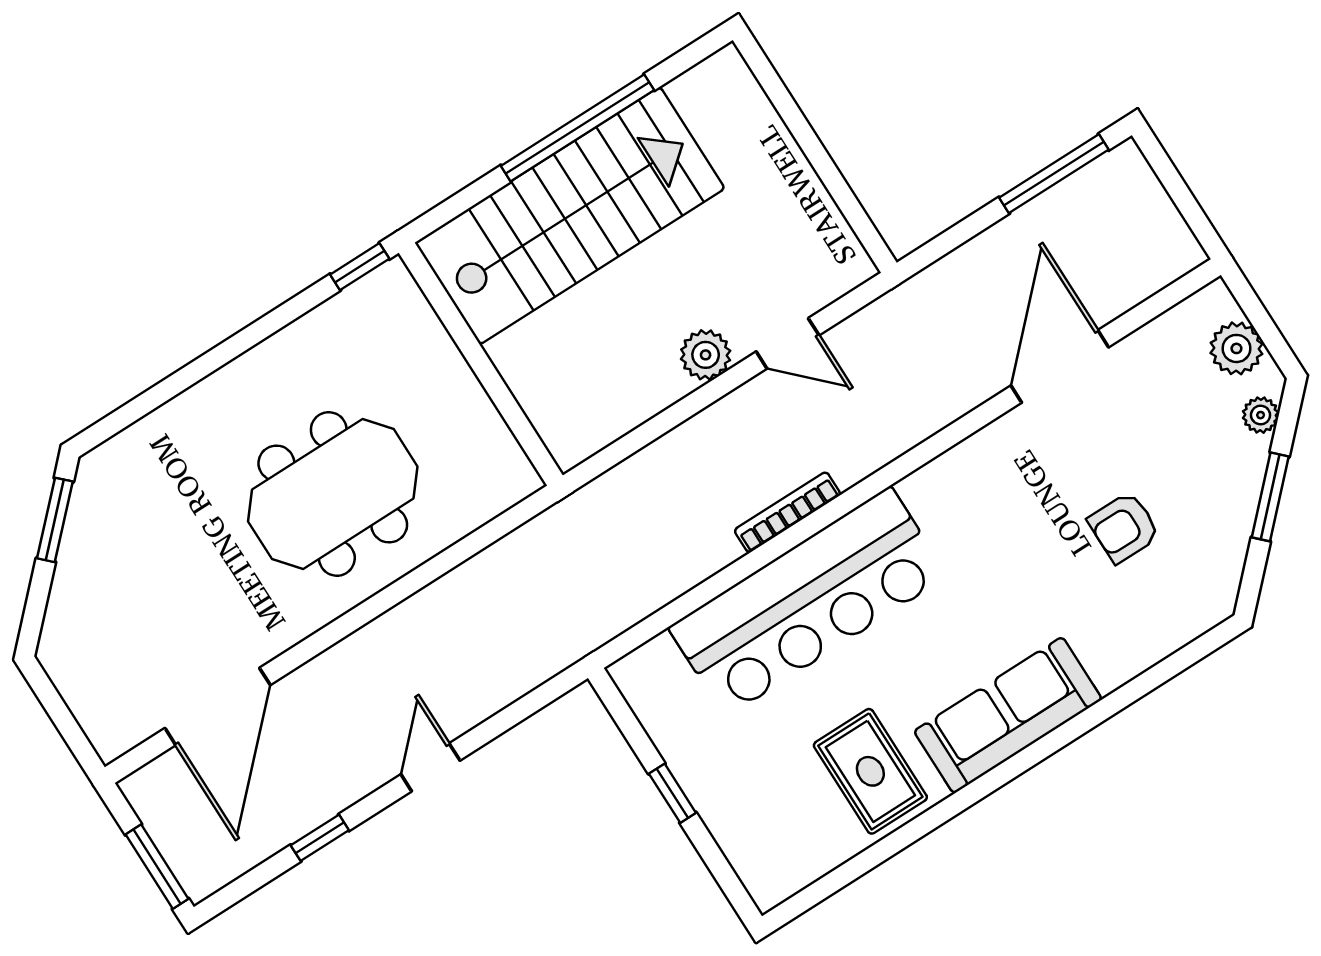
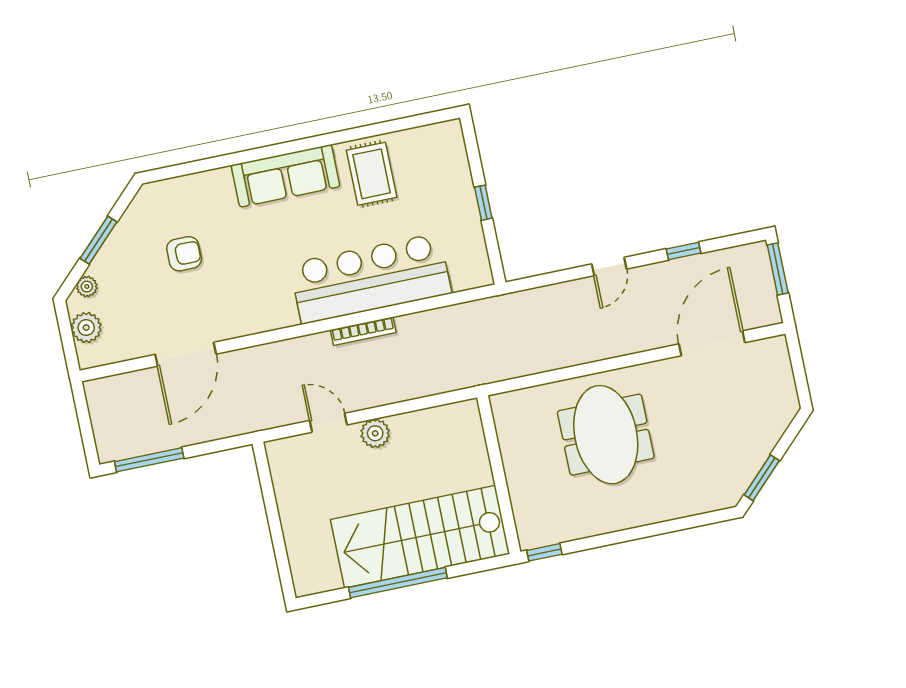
meeting table: (333, 494) -> (606, 435), turned 90

